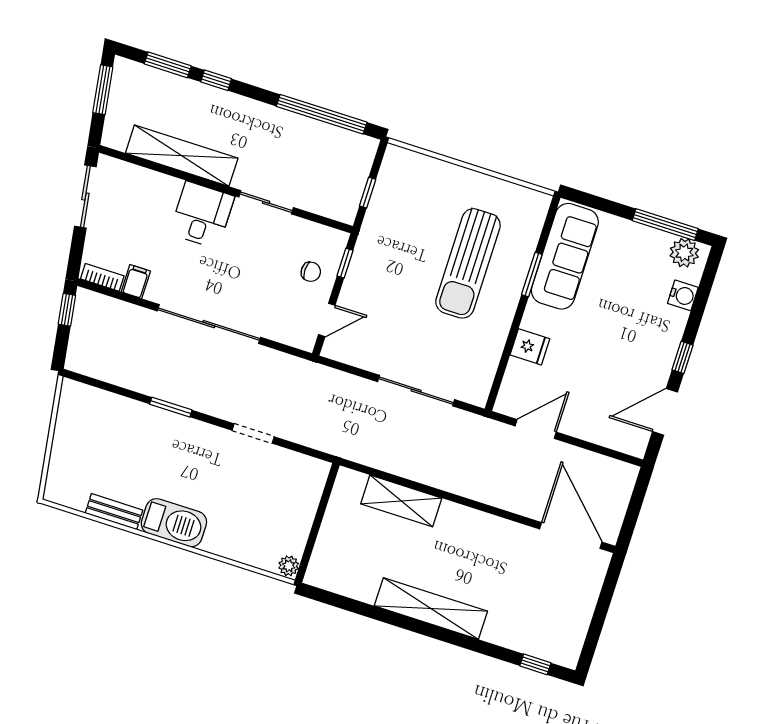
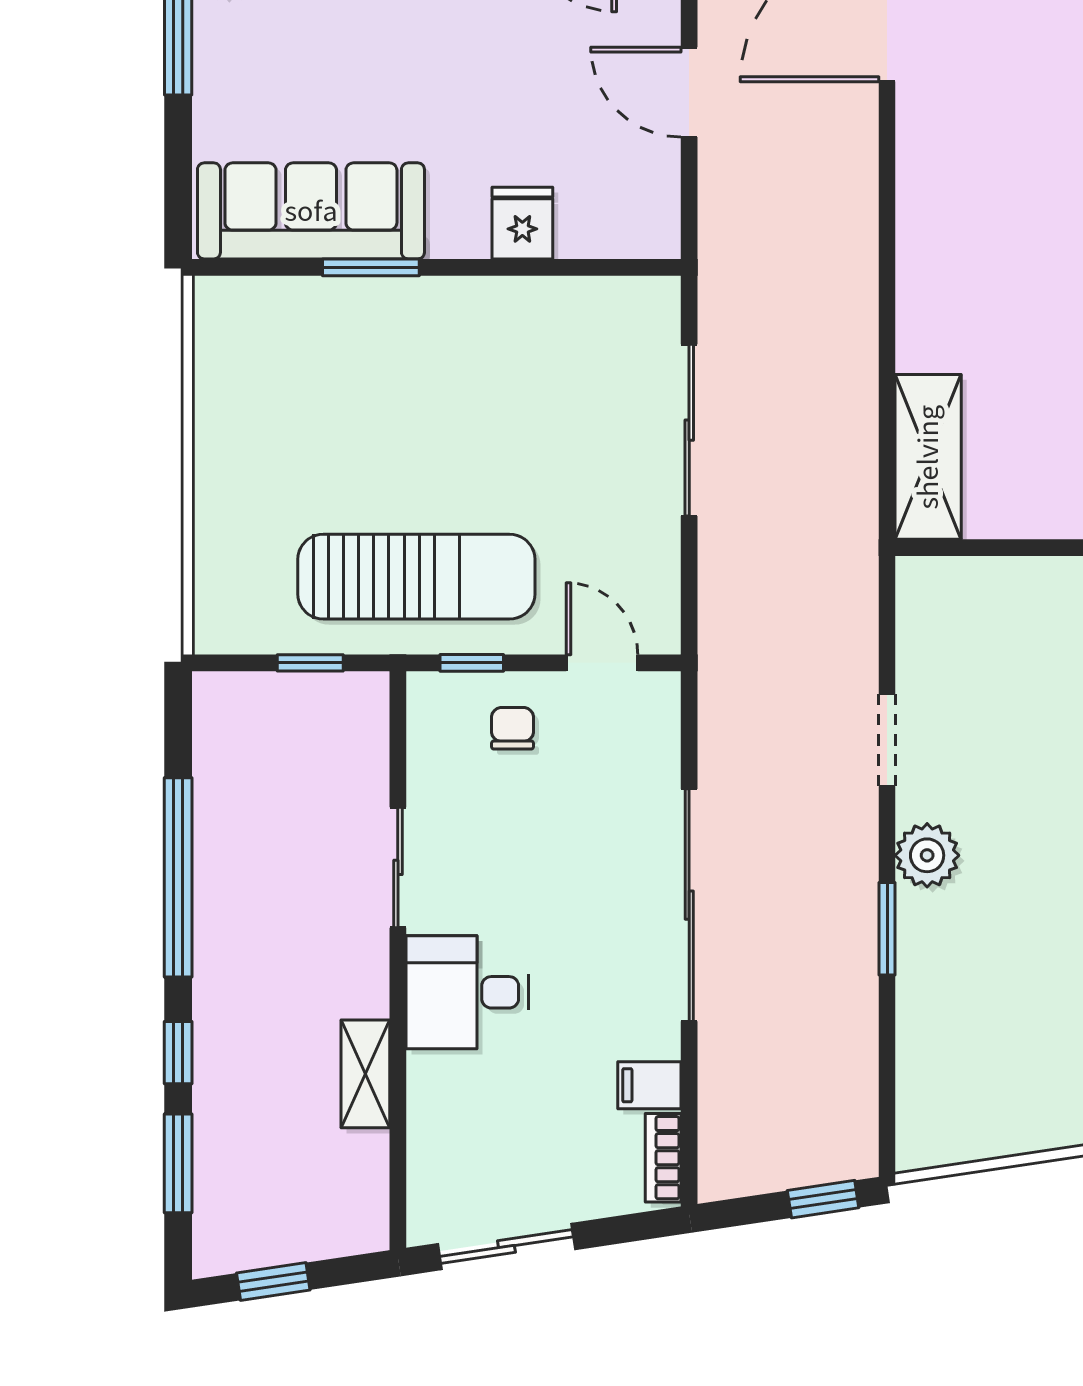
window: (103, 90) -> (273, 1282), width x0.67
window: (322, 114) -> (178, 877), moved
shelving: (182, 156) -> (365, 1074), width x0.45, depth x0.75
sun lounger: (468, 263) -> (416, 577), moved
window: (67, 310) -> (823, 1199), moved
door: (536, 429) -> (689, 92), moved
plant: (197, 435) -> (927, 855), added
shelving: (401, 501) -> (928, 457), moved

